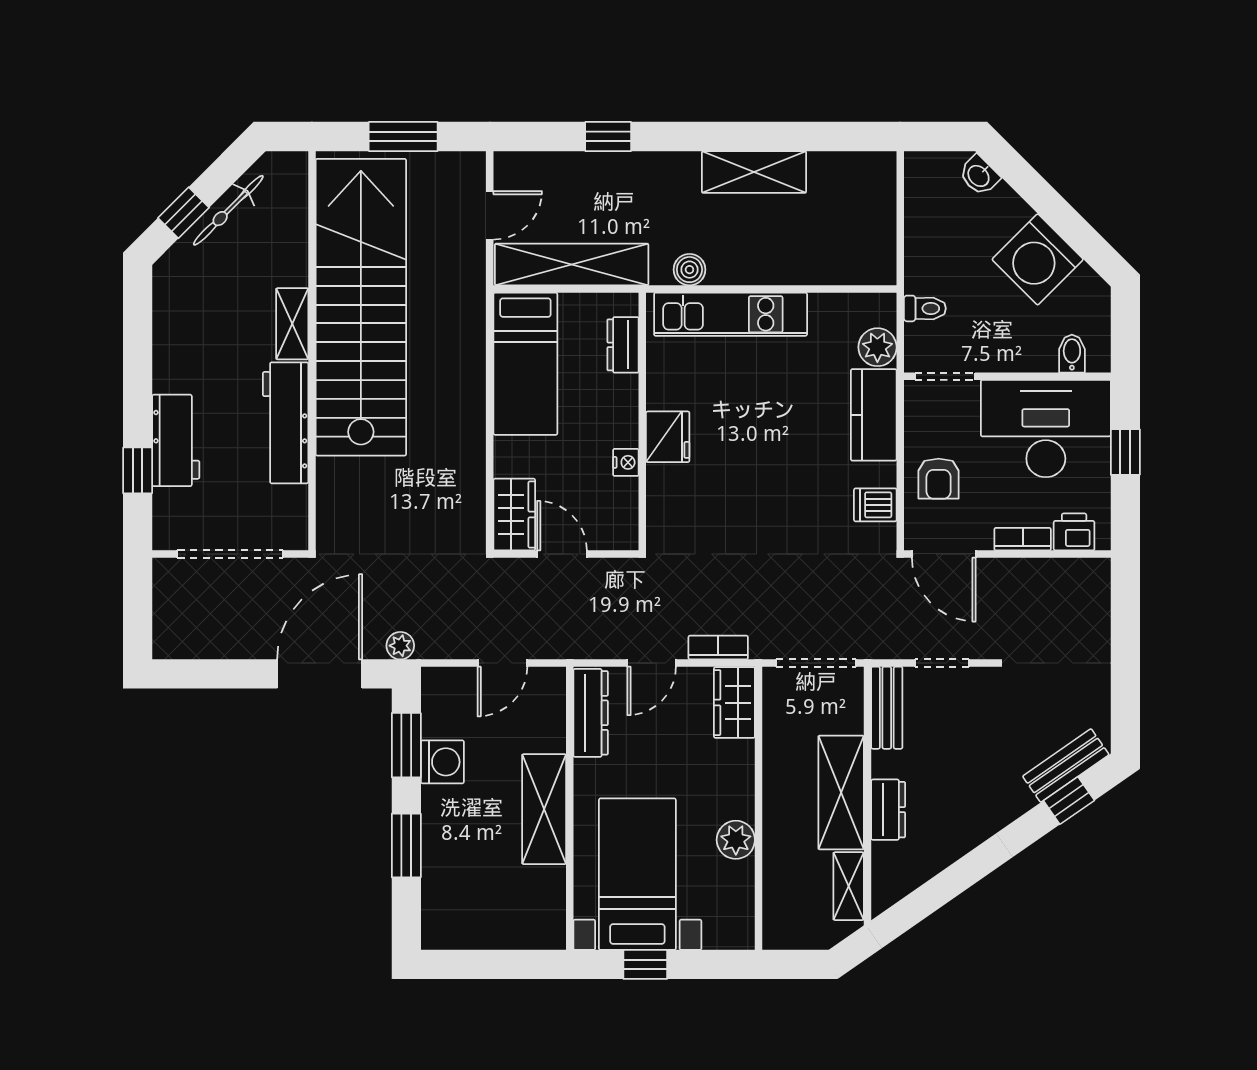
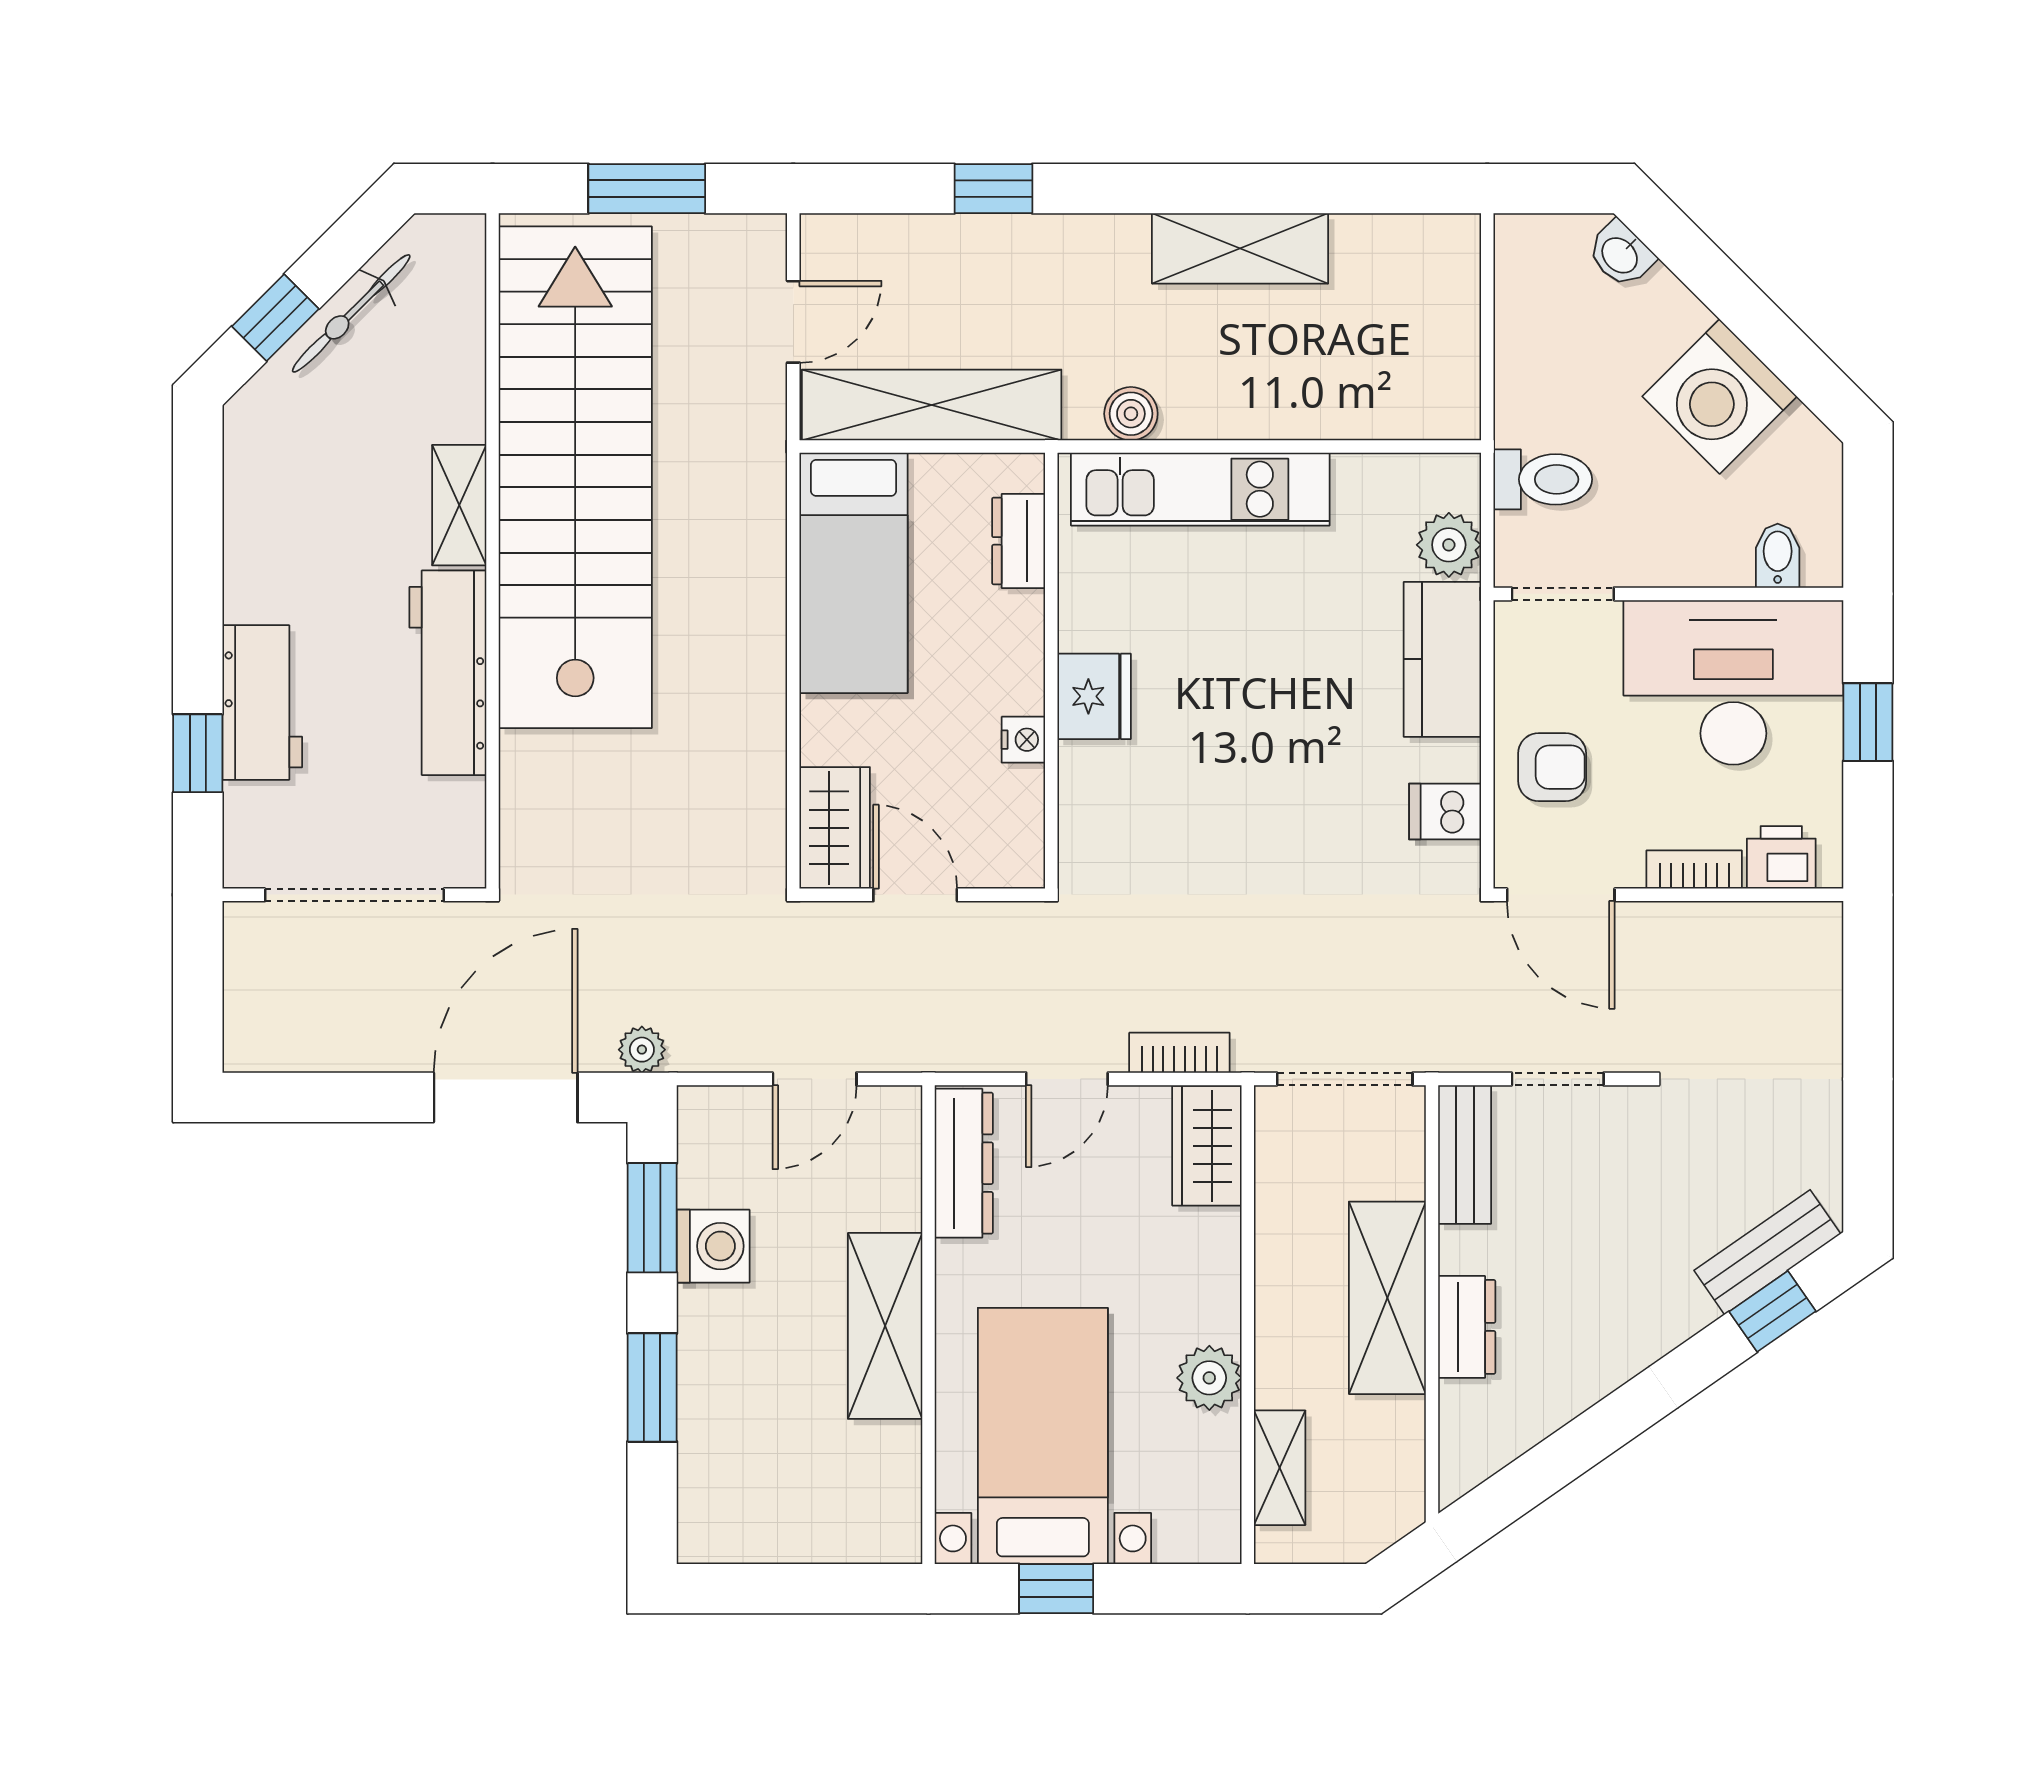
toilet: (925, 308) -> (1543, 479), width x1.37, depth x1.39
armchair: (939, 479) -> (1552, 767), turned -90
shelving: (849, 886) -> (1280, 1468), moved

